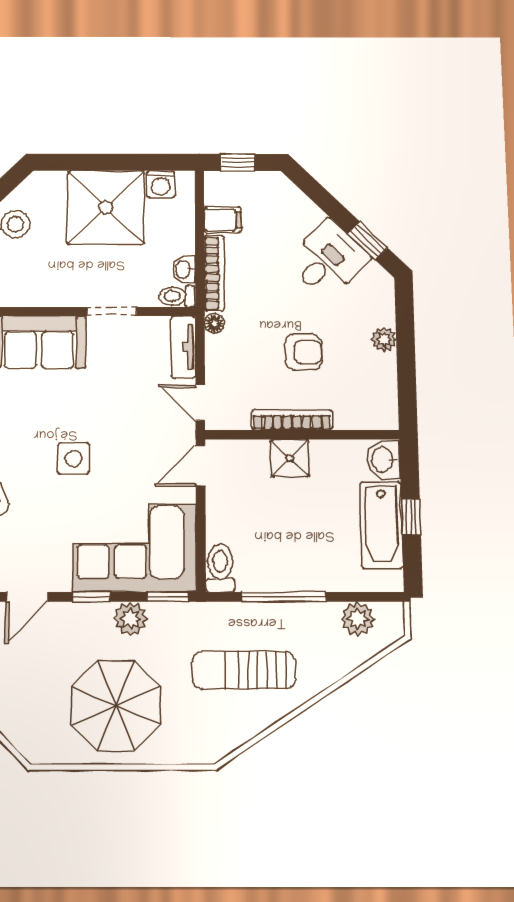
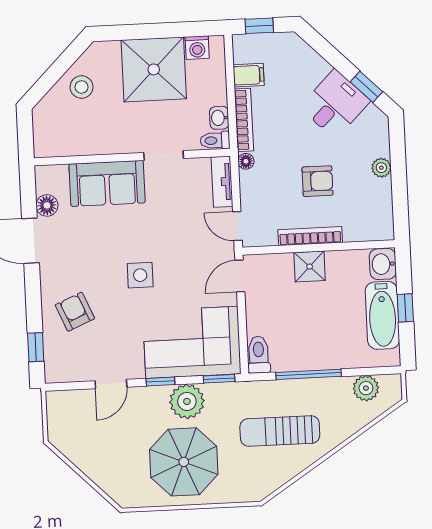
plant: (130, 619) -> (187, 401), width x1.36, depth x1.36

